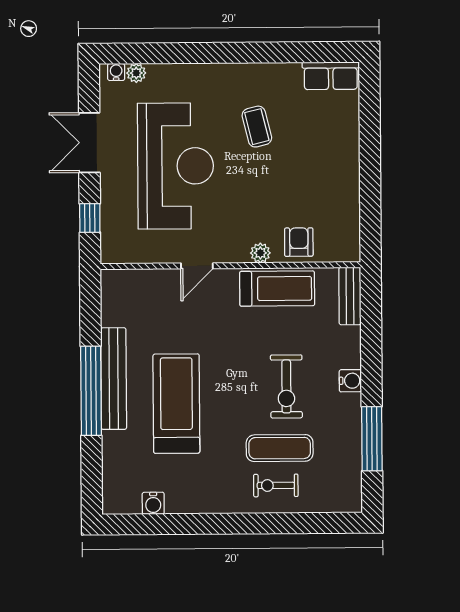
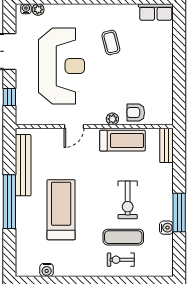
armchair: (299, 242) -> (136, 113), turned -90
bench: (114, 379) -> (23, 165), moved
water cooler: (350, 381) -> (166, 228), moved
window: (372, 439) -> (179, 213), moved

